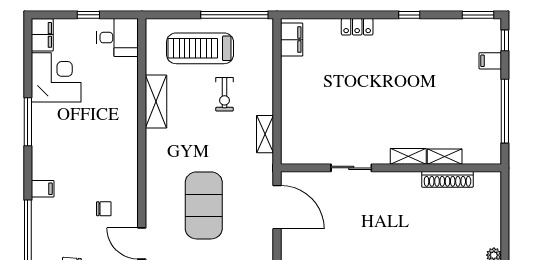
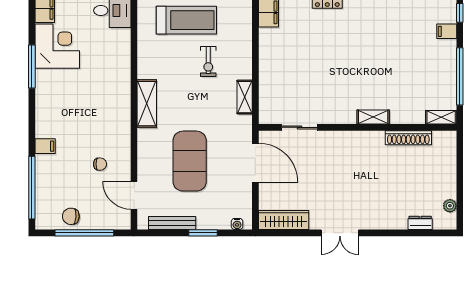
treadmill: (200, 48) -> (186, 20), turned 180
shelving: (156, 102) -> (147, 104), moved
window: (28, 122) -> (32, 67), moved
shelving: (445, 157) -> (441, 117), moved
sliding door: (351, 168) -> (300, 127), moved

